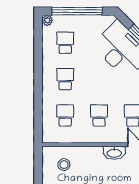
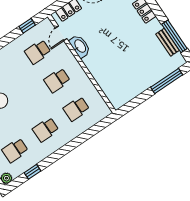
window: (38, 45) -> (32, 172), added
stool: (64, 165) -> (118, 82), removed

